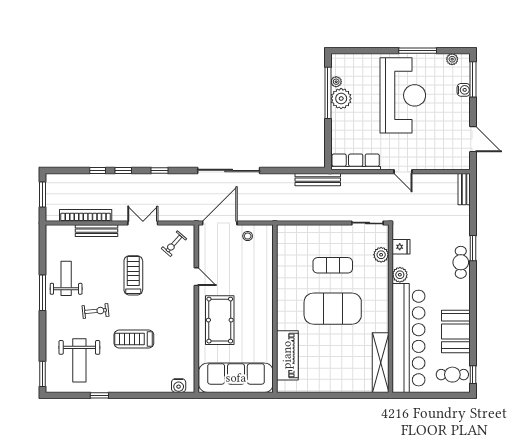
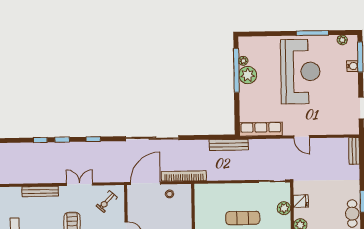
bookcase: (86, 215) -> (184, 176), moved

